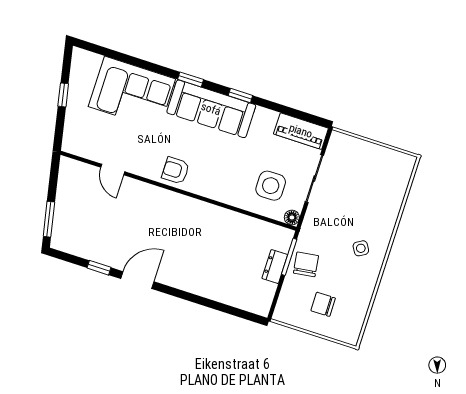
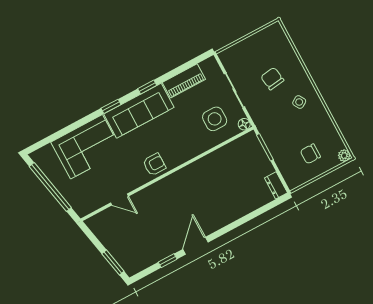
window: (63, 95) -> (50, 187), width x3.17
piano: (301, 131) -> (184, 81), moved
armchair: (176, 170) -> (154, 164), turned 180
chair: (306, 264) -> (272, 79), moved
dresser: (275, 267) -> (276, 185), moved
plant: (351, 337) -> (344, 156), added

